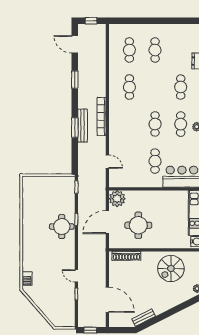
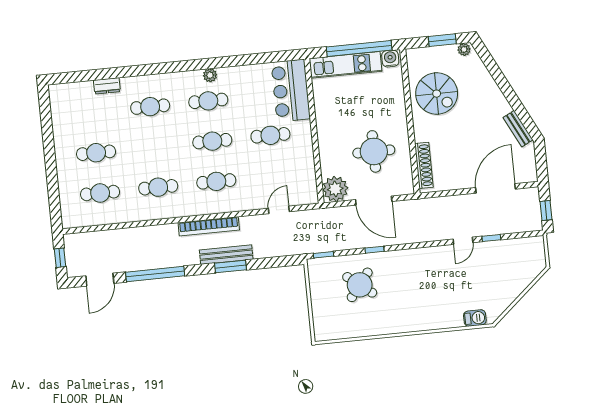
window: (75, 80) -> (155, 274), width x2.11
cafe table: (129, 124) -> (216, 181), added
round table: (62, 226) -> (360, 285), moved, turned 38

